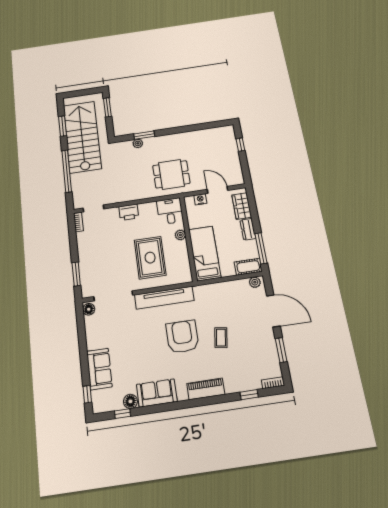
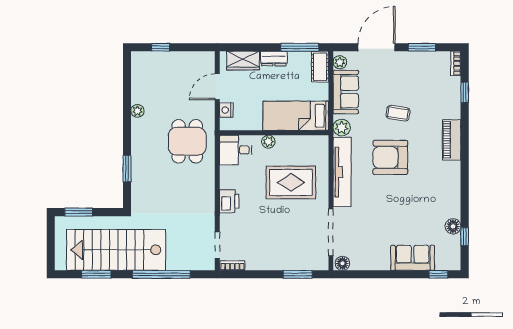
plant: (138, 143) -> (137, 111), moved
plant: (201, 292) -> (342, 128), added
sofa: (157, 393) -> (346, 92), moved, turned 180

